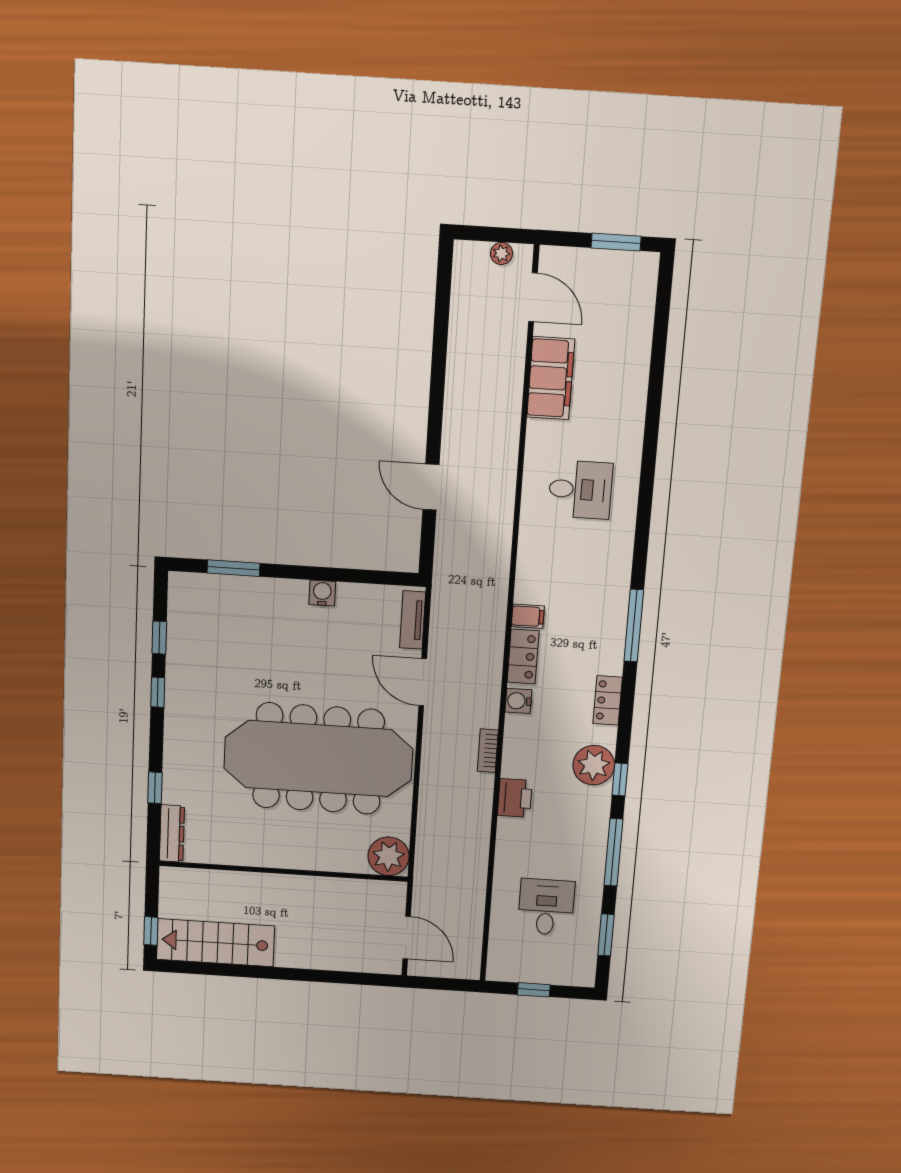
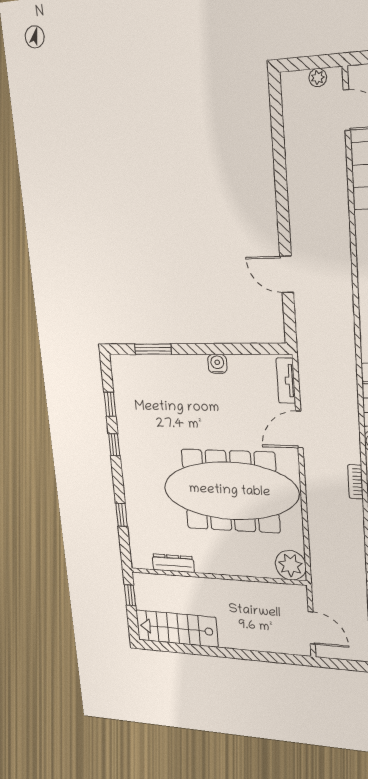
door: (423, 682) -> (299, 429), hinge flipped
dresser: (172, 834) -> (173, 563), moved, turned -90
window: (151, 931) -> (130, 595), moved

